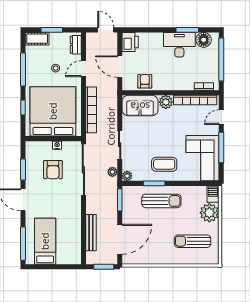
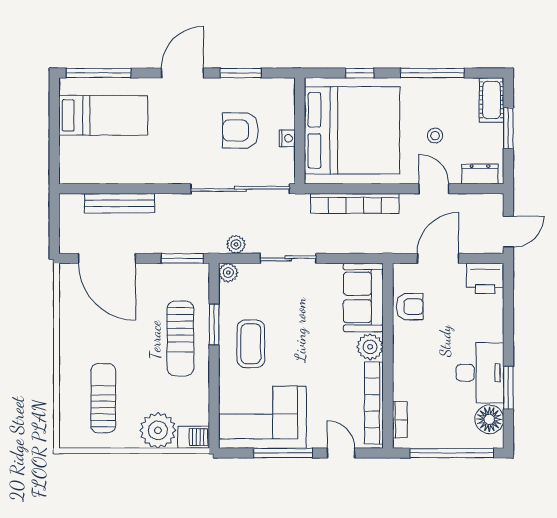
window: (104, 267) -> (54, 228), removed

